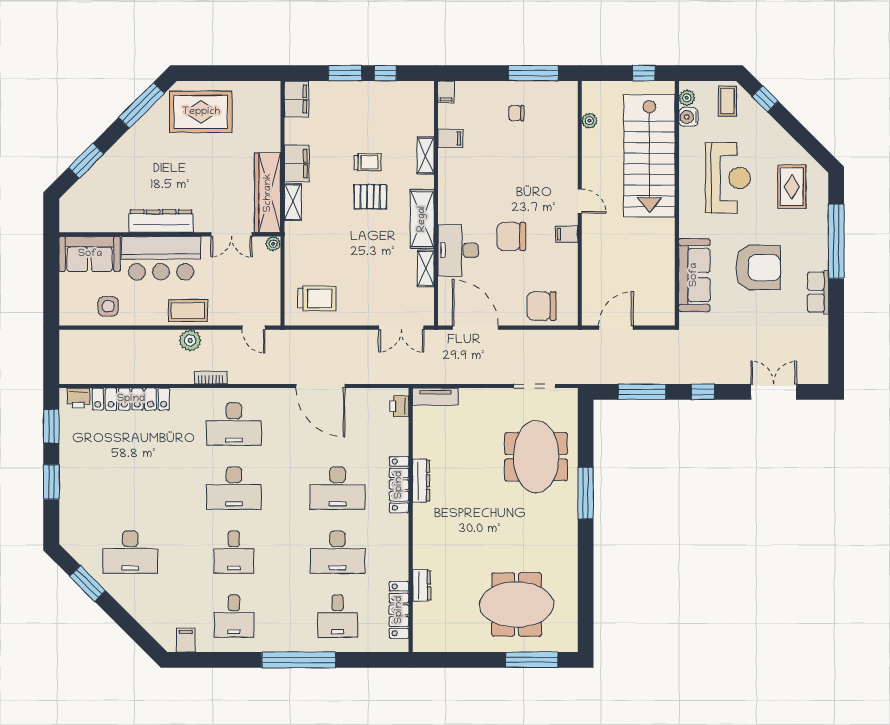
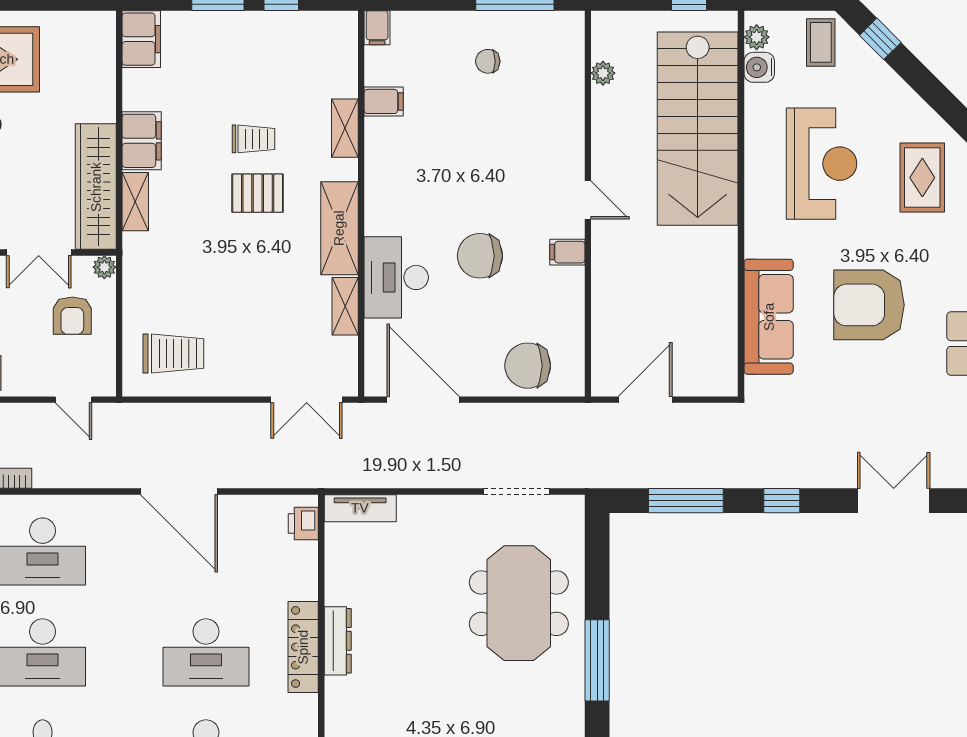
armchair: (758, 268) -> (869, 305), turned 180
armchair: (253, 274) -> (72, 316), added

